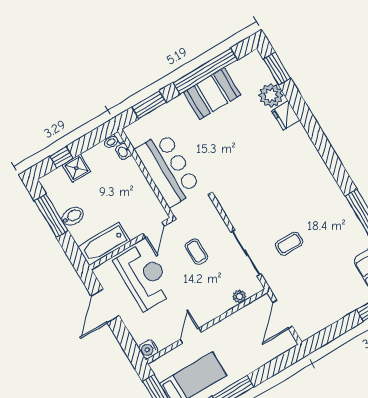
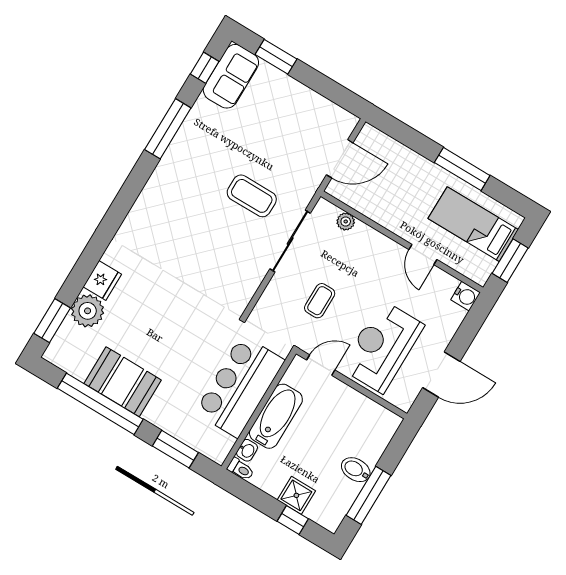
bathtub: (104, 244) -> (276, 416), moved, turned -90
coffee table: (289, 244) -> (252, 196), width x1.36, depth x1.30
door: (191, 336) -> (423, 254), hinge flipped

